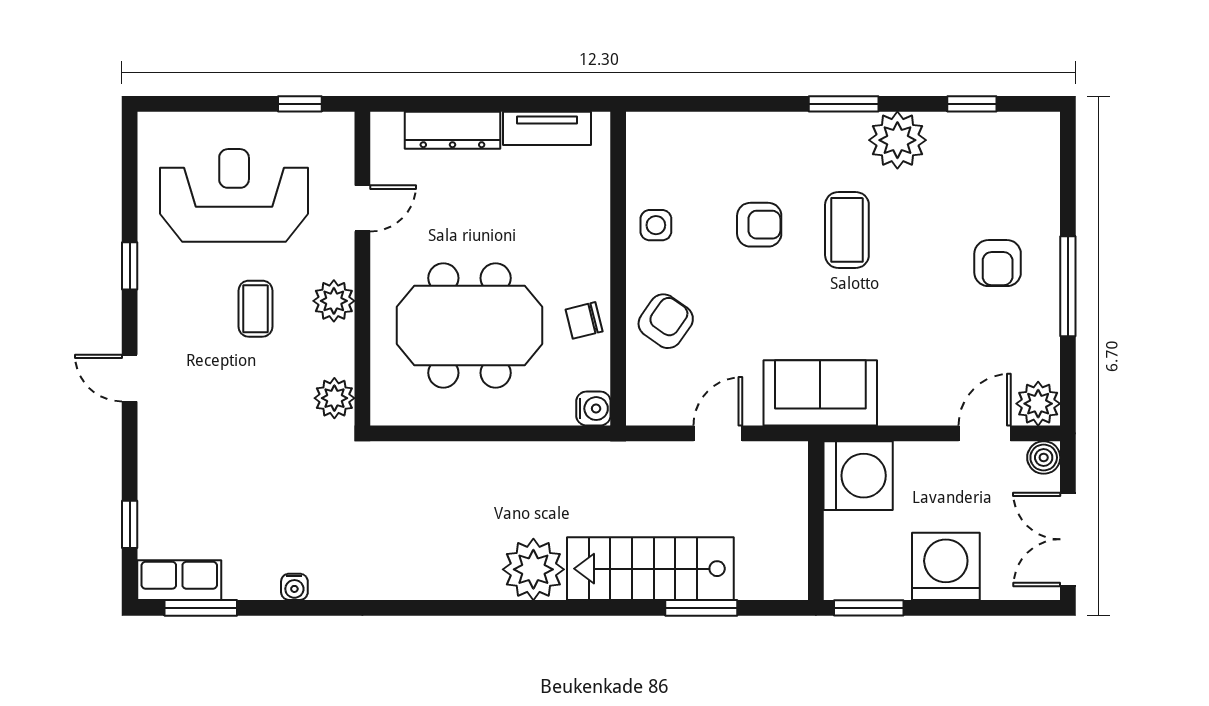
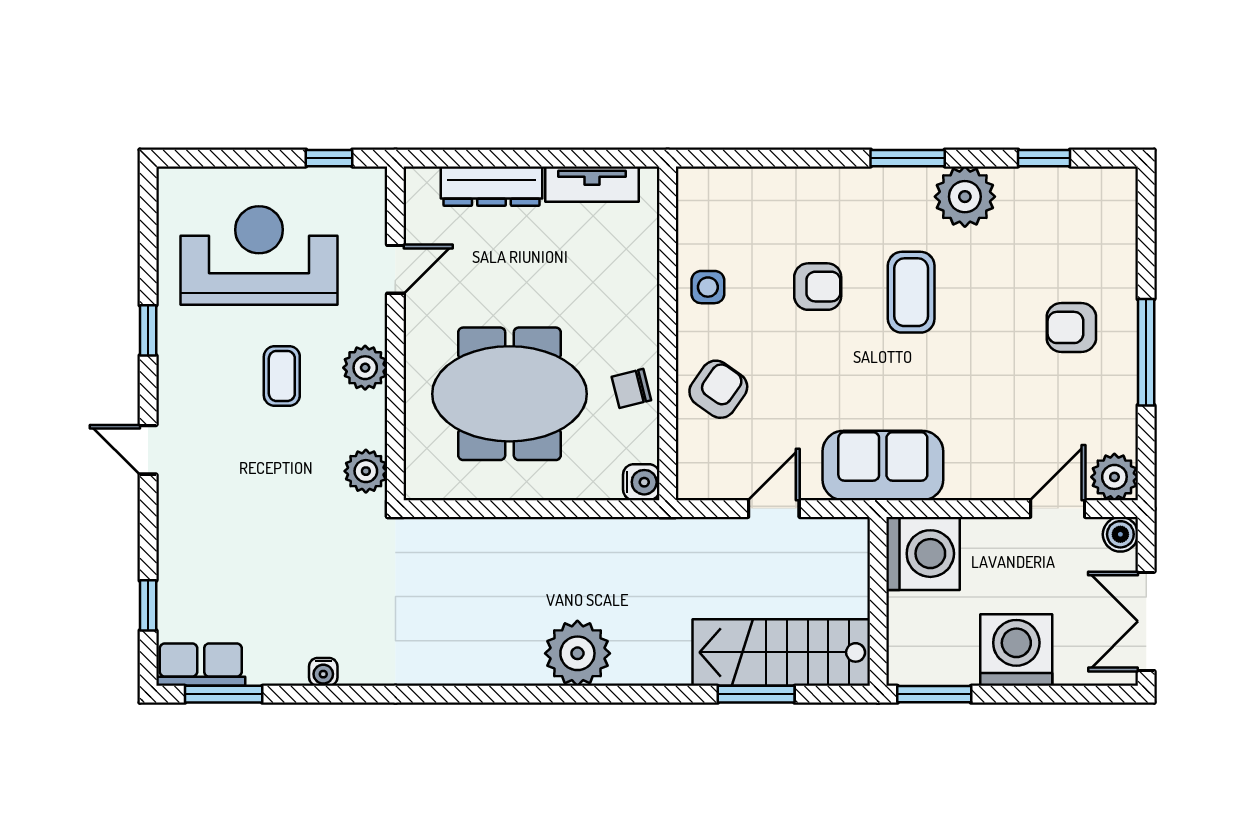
armchair: (998, 263) -> (1071, 327), turned 90
stairs: (650, 569) -> (781, 652), moved

